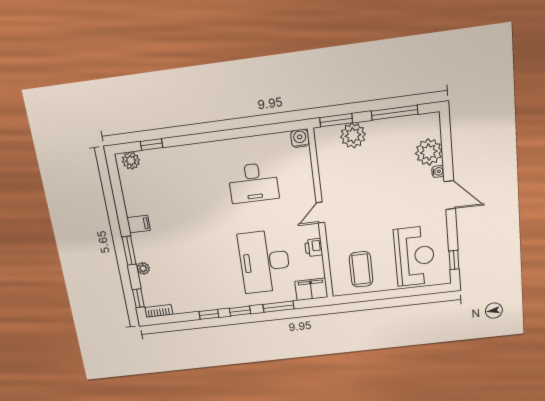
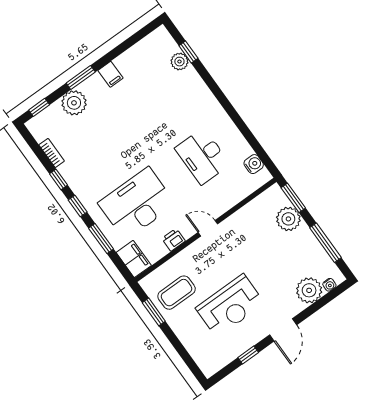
water cooler: (300, 138) -> (254, 164), moved
plant: (131, 161) -> (179, 62), moved
water cooler: (438, 171) -> (329, 285), moved
reception desk: (414, 256) -> (230, 306), moved
window: (454, 260) -> (248, 355), moved
plant: (143, 268) -> (74, 103), width x1.88, depth x1.88
window: (366, 297) -> (154, 312), added
bookcase: (159, 311) -> (52, 153), moved

